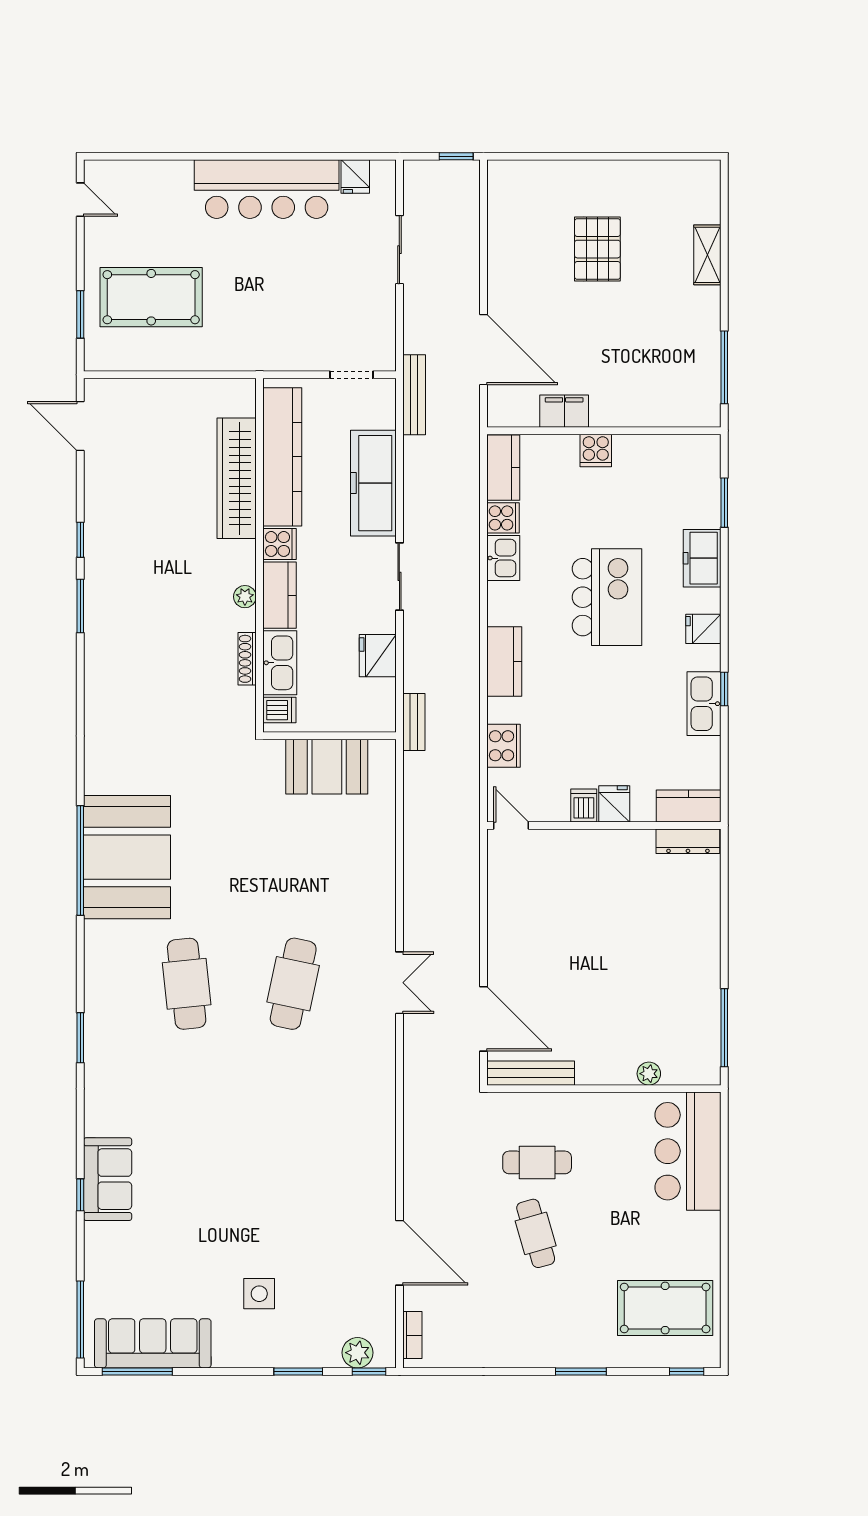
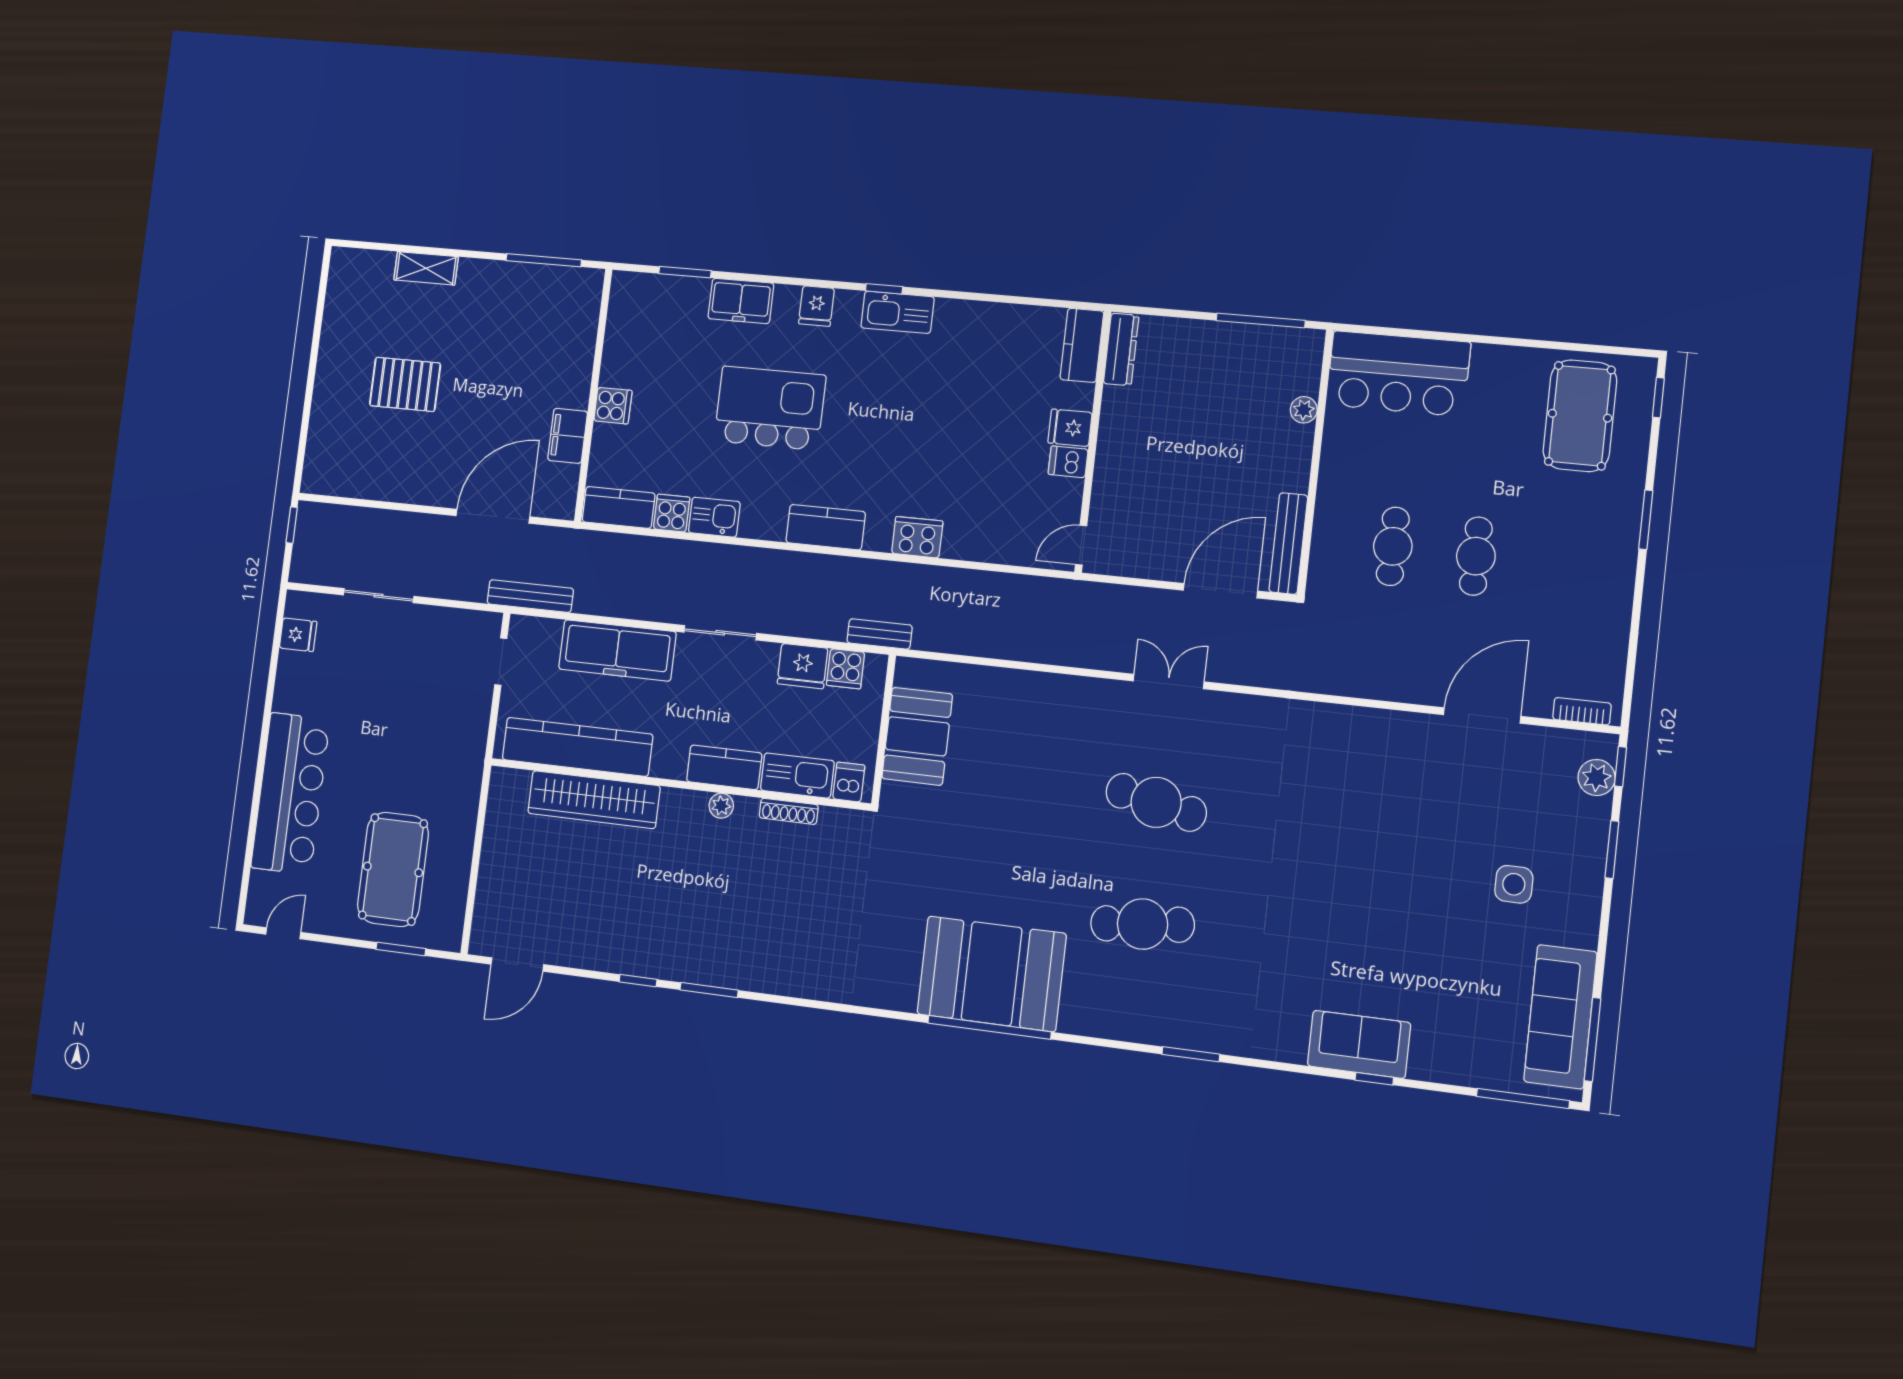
bar counter: (267, 189) -> (290, 793), moved
cooker: (279, 544) -> (846, 669), moved, turned 180
fridge: (614, 804) -> (1070, 428), moved
dishwasher: (584, 806) -> (1068, 462), moved
kitchen counter: (689, 806) -> (1082, 345), moved
door: (511, 825) -> (1081, 545), moved
wall: (604, 825) -> (1093, 442), moved
dresser: (688, 841) -> (1121, 349), moved
cafe table: (536, 1233) -> (1476, 556), turned -74

